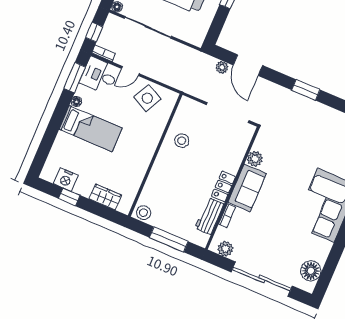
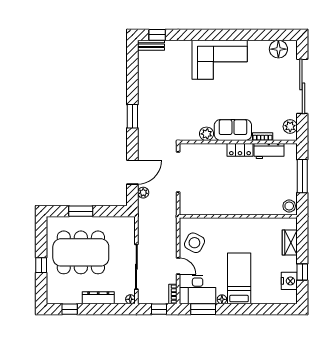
desk: (99, 76) -> (198, 290), width x1.37
stool: (182, 141) -> (217, 200), removed

